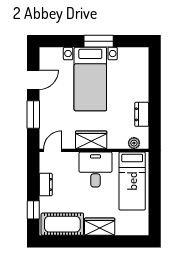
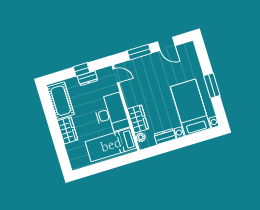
bed with nightstands: (90, 79) -> (190, 108), moved, turned 90
wardrobe: (91, 140) -> (138, 119), moved
desk: (95, 169) -> (111, 114), width x1.37
window: (33, 210) -> (82, 70), moved

